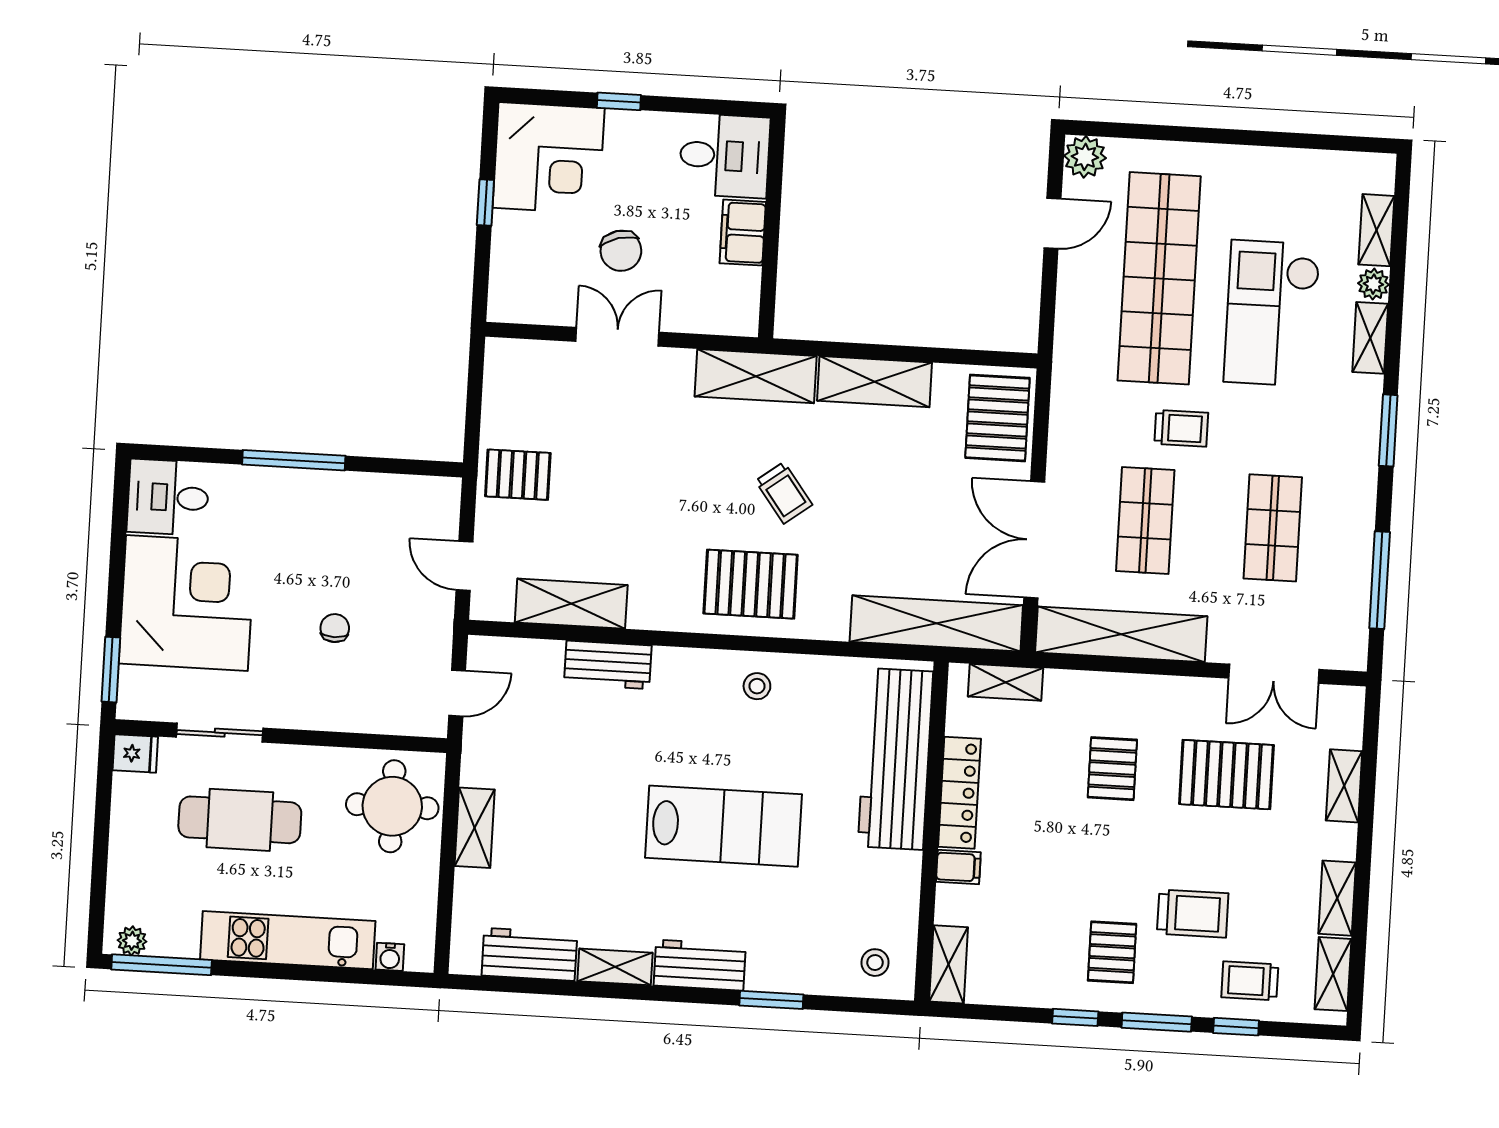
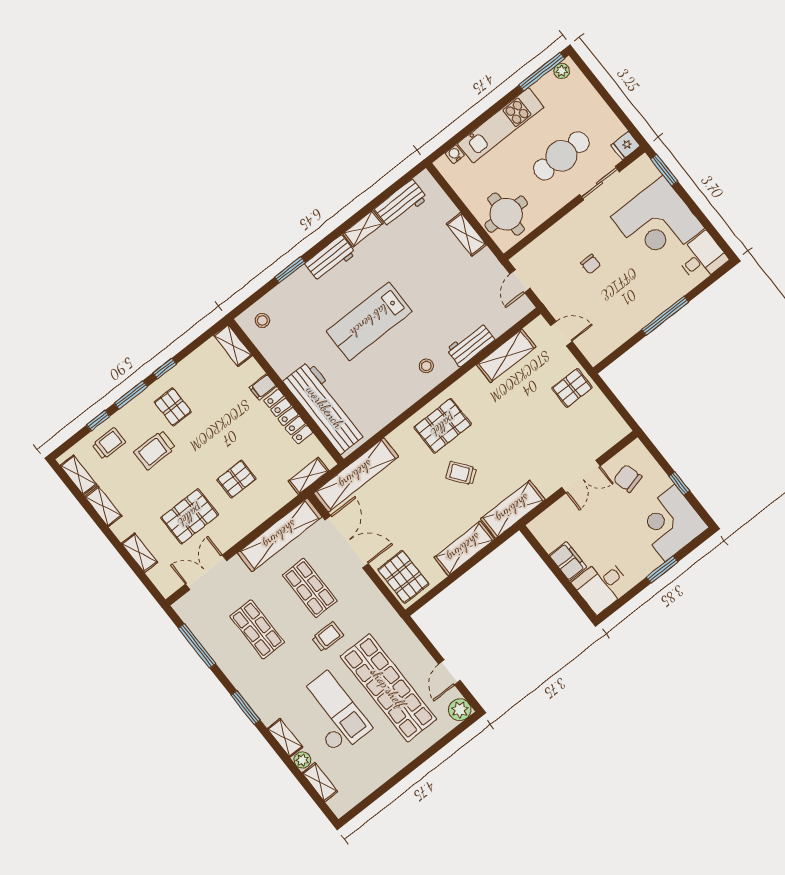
window: (619, 101) -> (662, 570), width x1.50
chair: (621, 251) -> (628, 479), moved
trolley: (1181, 428) -> (328, 637), turned 180
stool: (757, 686) -> (426, 366), moved
pallet: (1112, 769) -> (237, 479), turned 90

